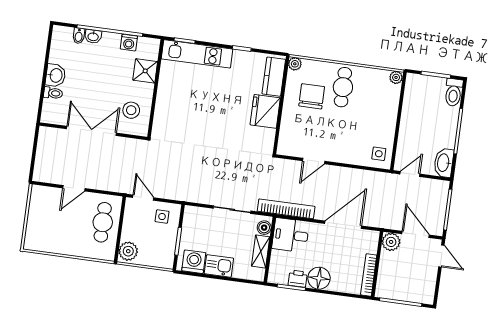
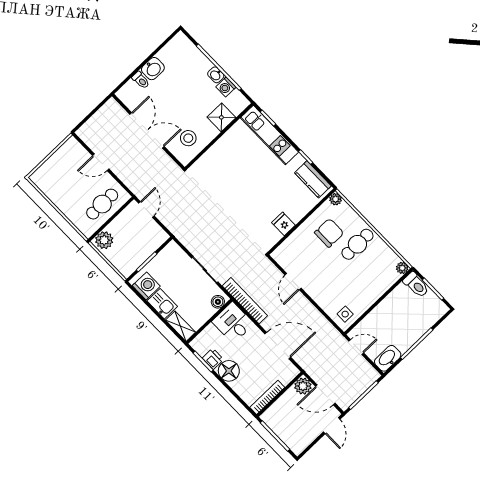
bidet: (79, 36) -> (193, 53), removed
washbasin: (93, 36) -> (216, 75), moved
kitchen counter: (274, 77) -> (313, 179), moved, turned -90
toilet: (454, 92) -> (416, 285), moved, turned -90
fridge: (265, 111) -> (283, 224), width x0.53, depth x0.75
door: (314, 161) -> (293, 282), hinge flipped
side table: (162, 217) -> (149, 234), removed
door: (416, 234) -> (325, 395), swing flipped
shelving: (261, 251) -> (180, 326), moved, turned 90

